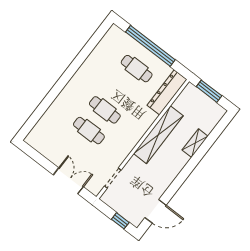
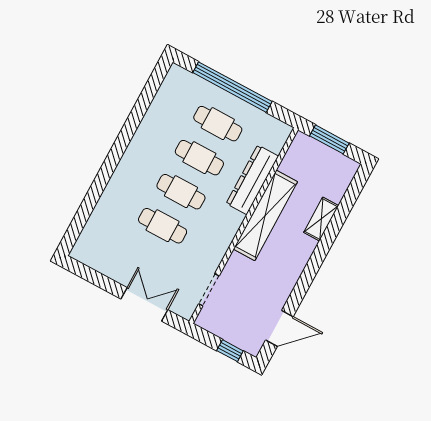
cafe table: (121, 89) -> (199, 158), added
dresser: (167, 92) -> (252, 180), moved

